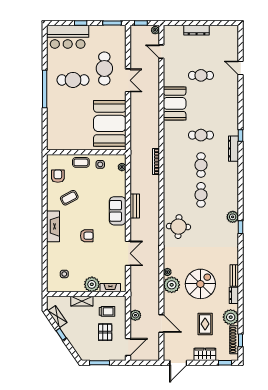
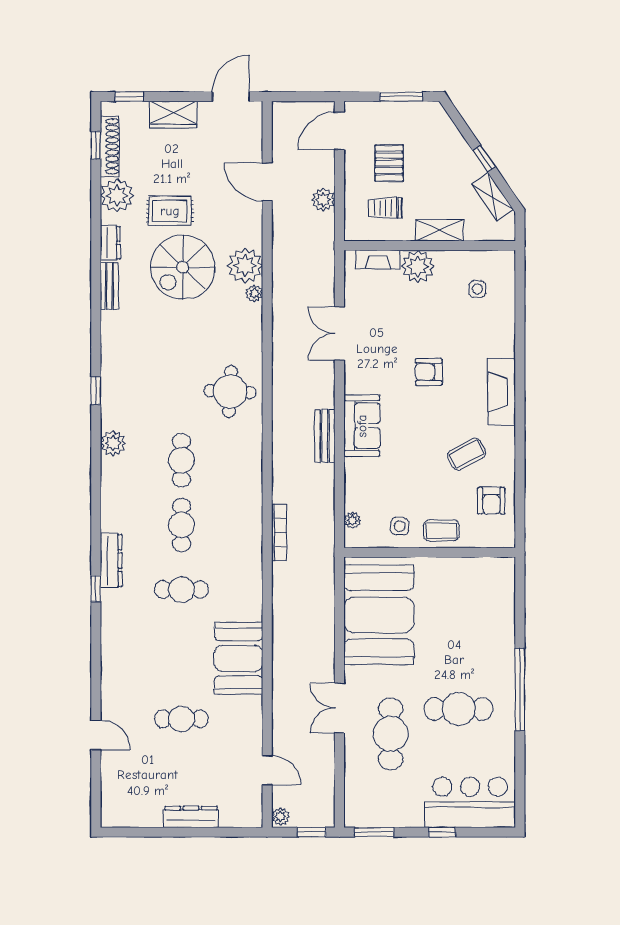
plant: (233, 217) -> (113, 443), moved
rug: (205, 324) -> (170, 211), moved, turned 90

